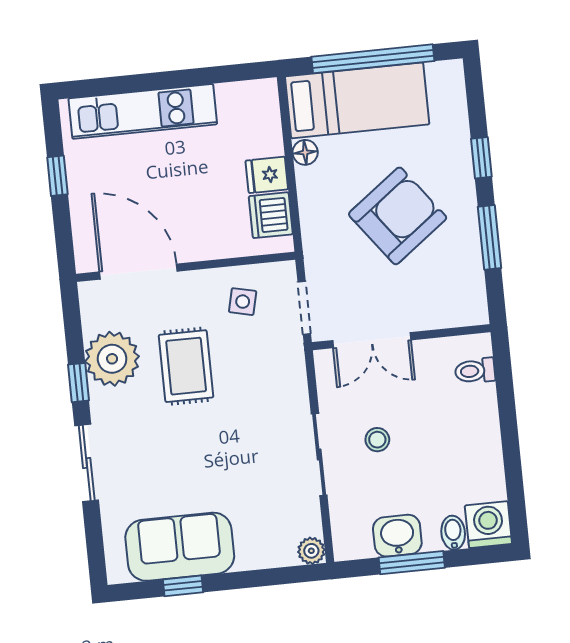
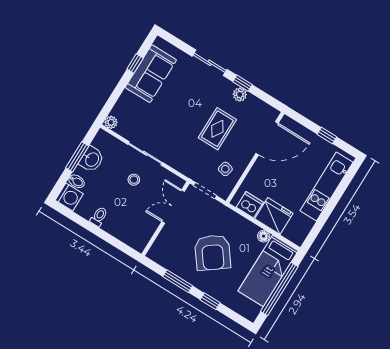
fridge: (267, 175) -> (274, 216), width x1.88, depth x1.34
plant: (112, 359) -> (240, 94), width x0.53, depth x0.53
rug: (186, 366) -> (217, 129), turned 90
toilet: (475, 371) -> (99, 217), moved

